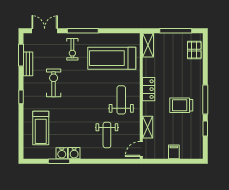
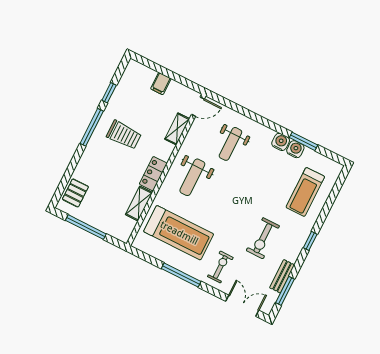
double door: (45, 31) -> (242, 306), swing flipped
window: (83, 31) -> (181, 275), moved
shelving: (148, 45) -> (139, 204), moved
treadmill: (41, 128) -> (305, 192), turned 180
weight bench: (107, 135) -> (230, 144), turned 180

